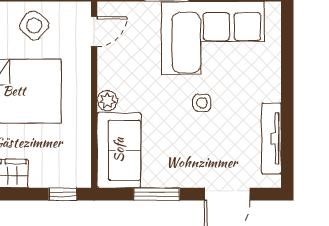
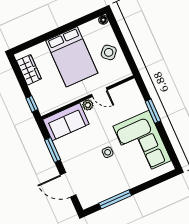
door: (94, 32) -> (99, 92), moved
window: (287, 126) -> (115, 199), added
tv unit: (271, 138) -> (105, 194), removed

